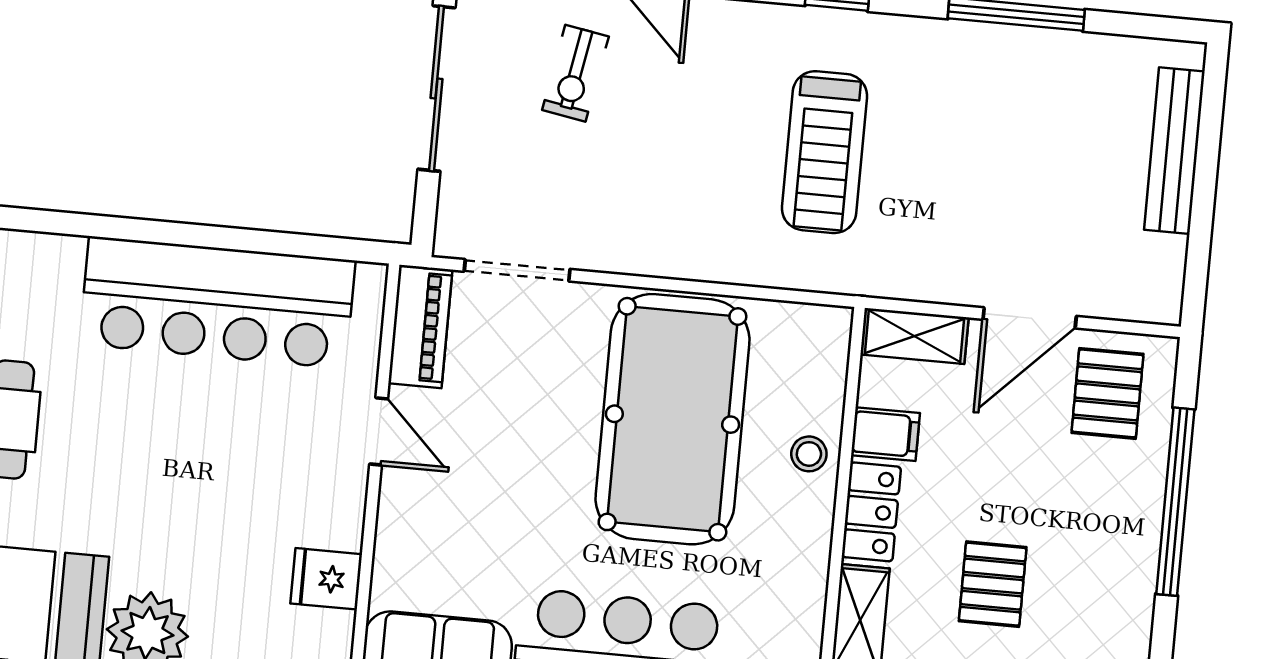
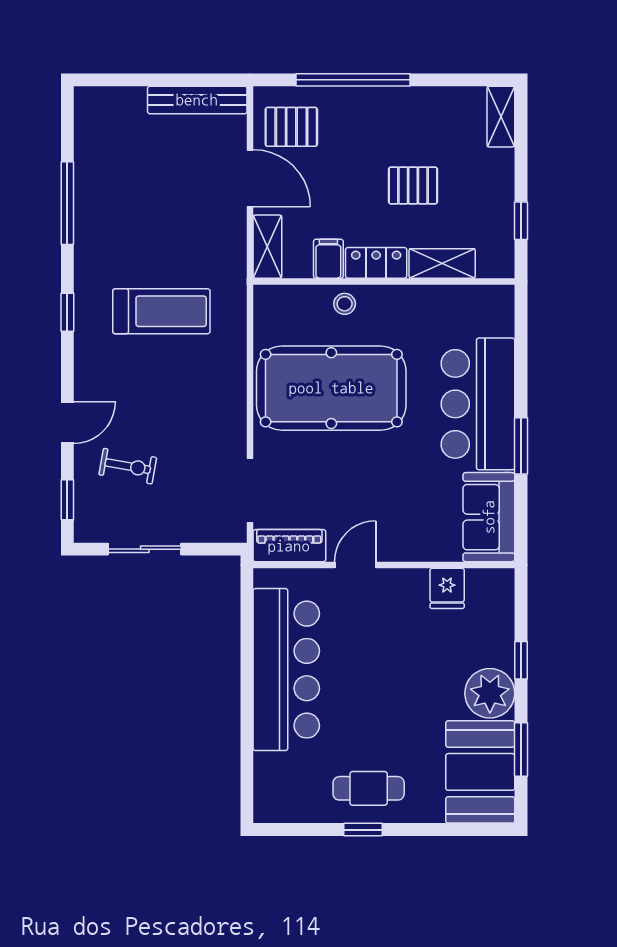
sliding door: (437, 88) -> (145, 549), width x0.73
bench: (1174, 151) -> (197, 100), moved

